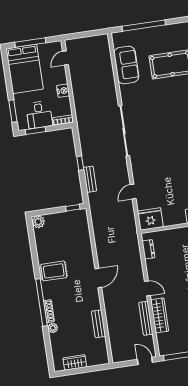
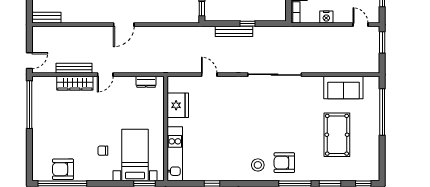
window: (79, 35) -> (382, 42), added
bench: (90, 179) -> (234, 31), width x1.36
fridge: (150, 219) -> (178, 105), moved
door: (98, 278) -> (124, 25), hinge flipped
bench: (98, 324) -> (46, 18), moved

